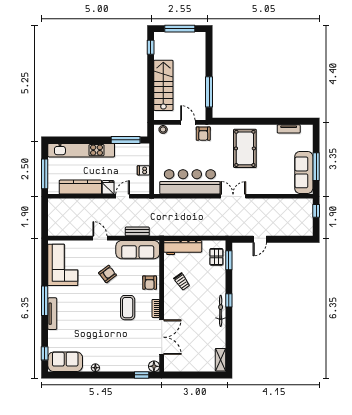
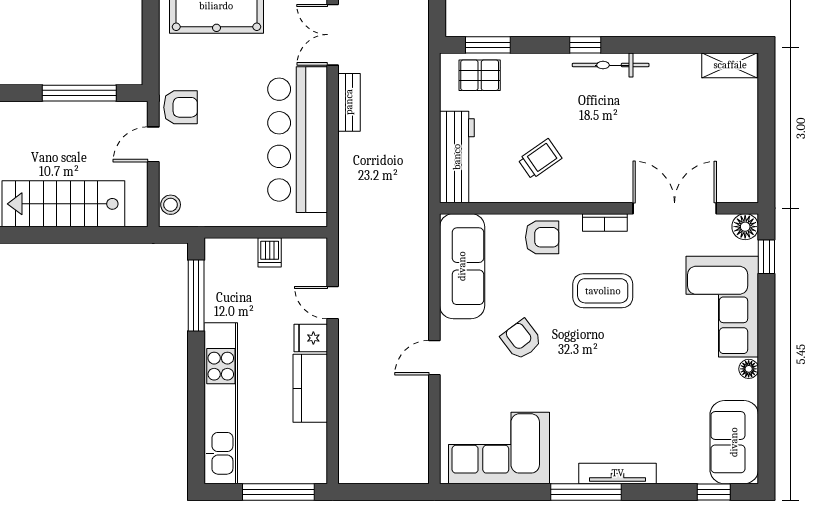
kitchen counter: (80, 187) -> (310, 388), width x0.67
bench: (137, 231) -> (349, 102), moved
corner sofa: (121, 357) -> (722, 307), added

